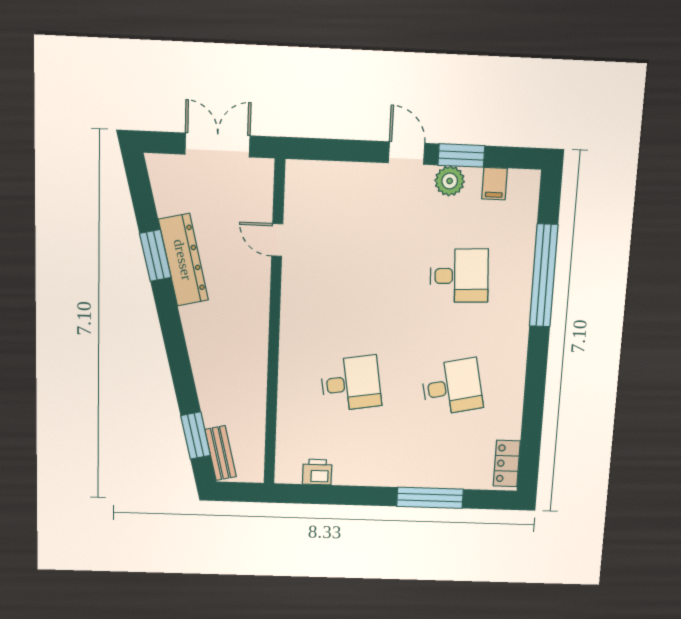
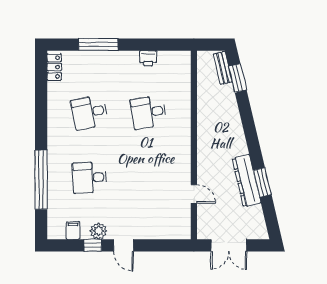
window: (461, 155) -> (93, 245), width x0.67
printer: (317, 472) -> (148, 58), moved

